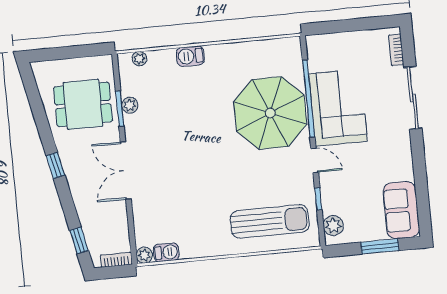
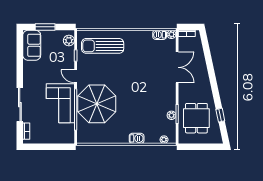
dining table: (83, 104) -> (196, 118), turned 90
window: (55, 165) -> (220, 115), moved
double door: (126, 171) -> (177, 67), moved
window: (79, 240) -> (206, 46), removed

